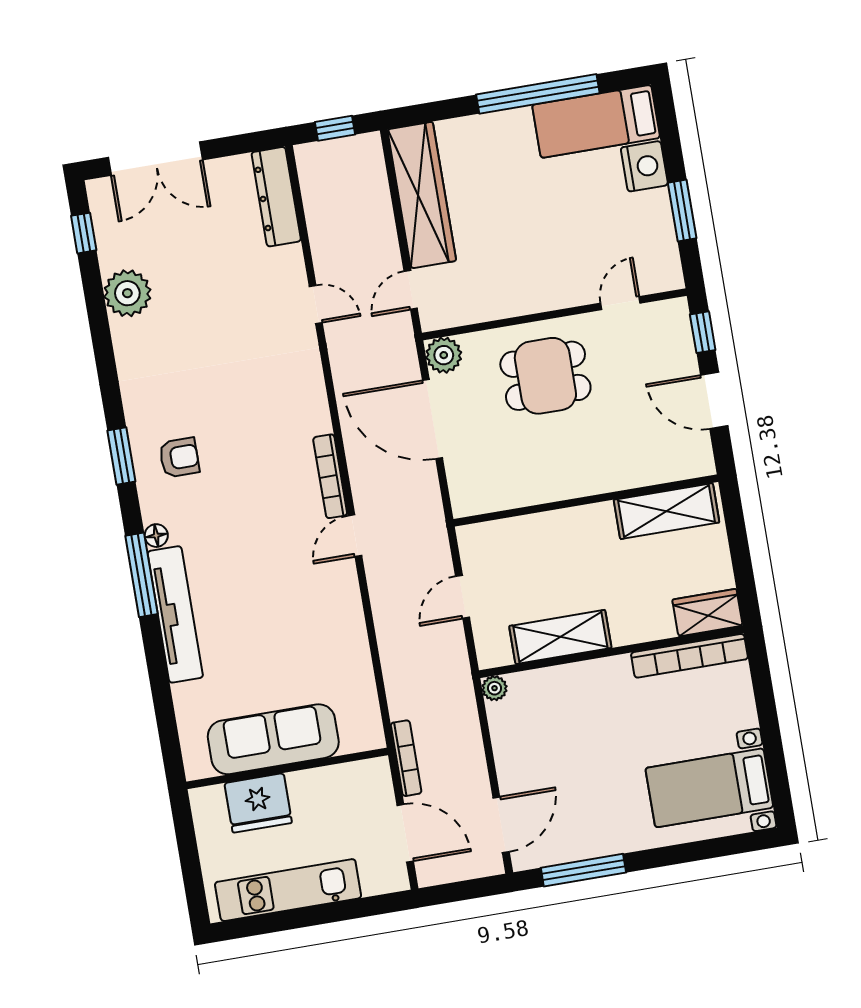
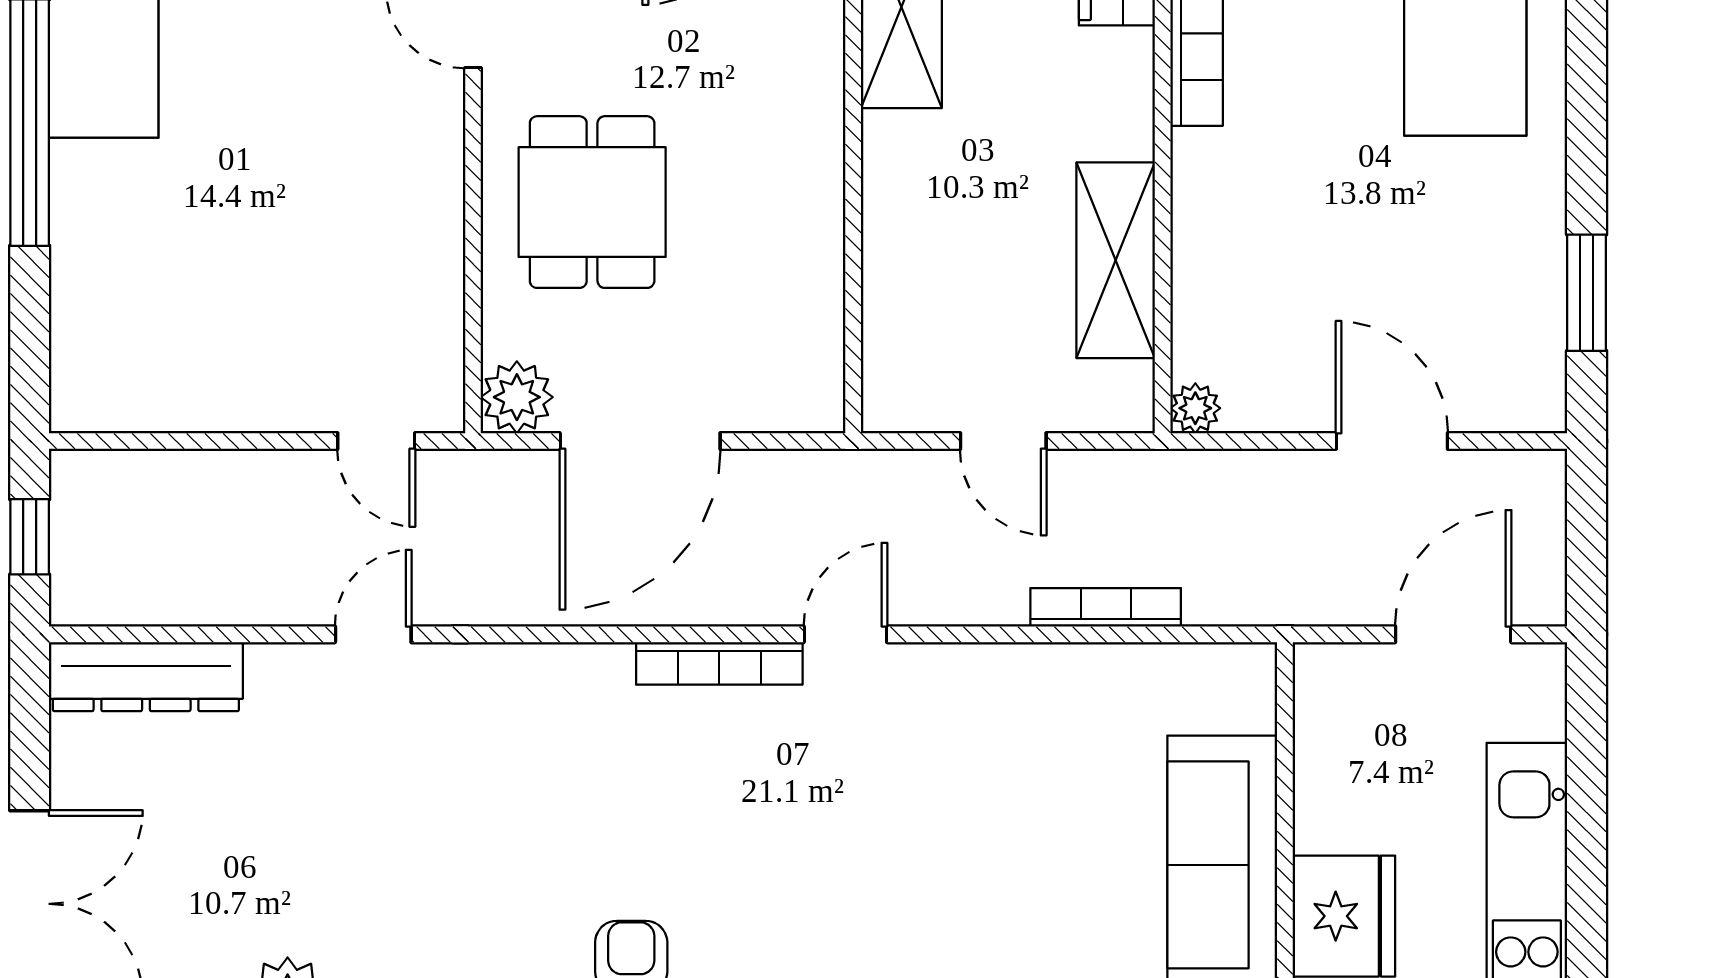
wardrobe: (422, 195) -> (192, 387), removed
door: (355, 536) -> (845, 634), swing flipped
bookcase: (406, 758) -> (1106, 607), moved
door: (501, 825) -> (1392, 441), moved
window: (583, 870) -> (1587, 293), width x0.69

